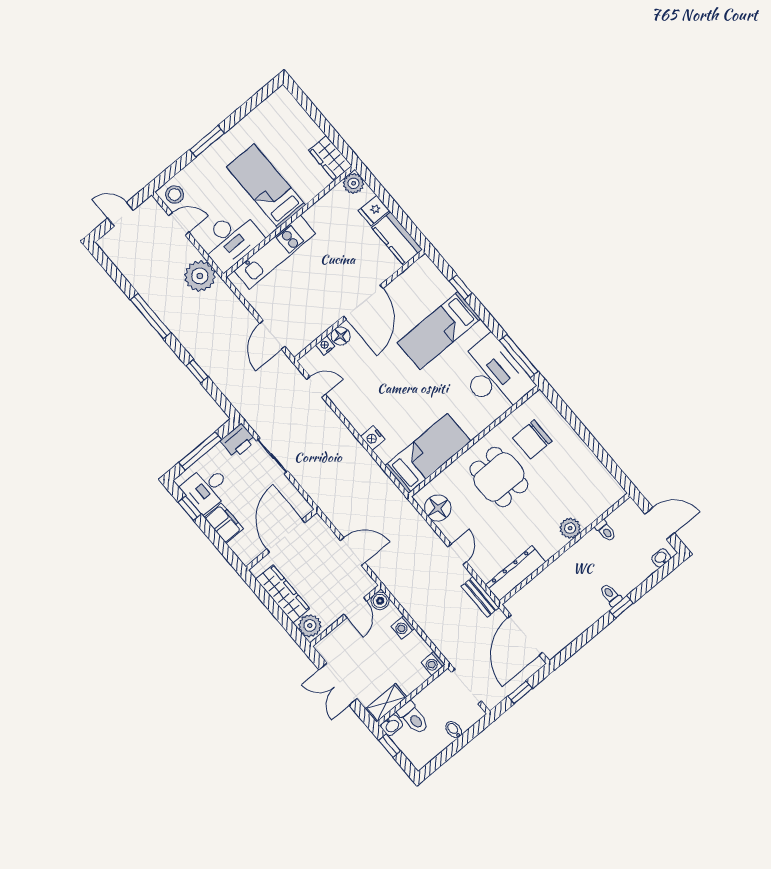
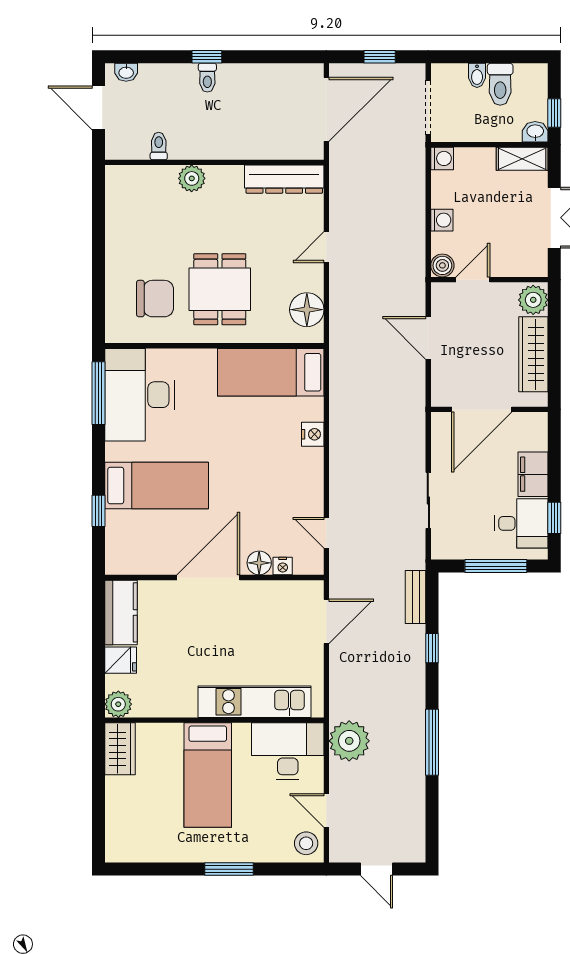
printer: (238, 441) -> (449, 544), removed
bench: (480, 597) -> (416, 597), moved
toilet: (413, 718) -> (500, 84), moved, turned 180

